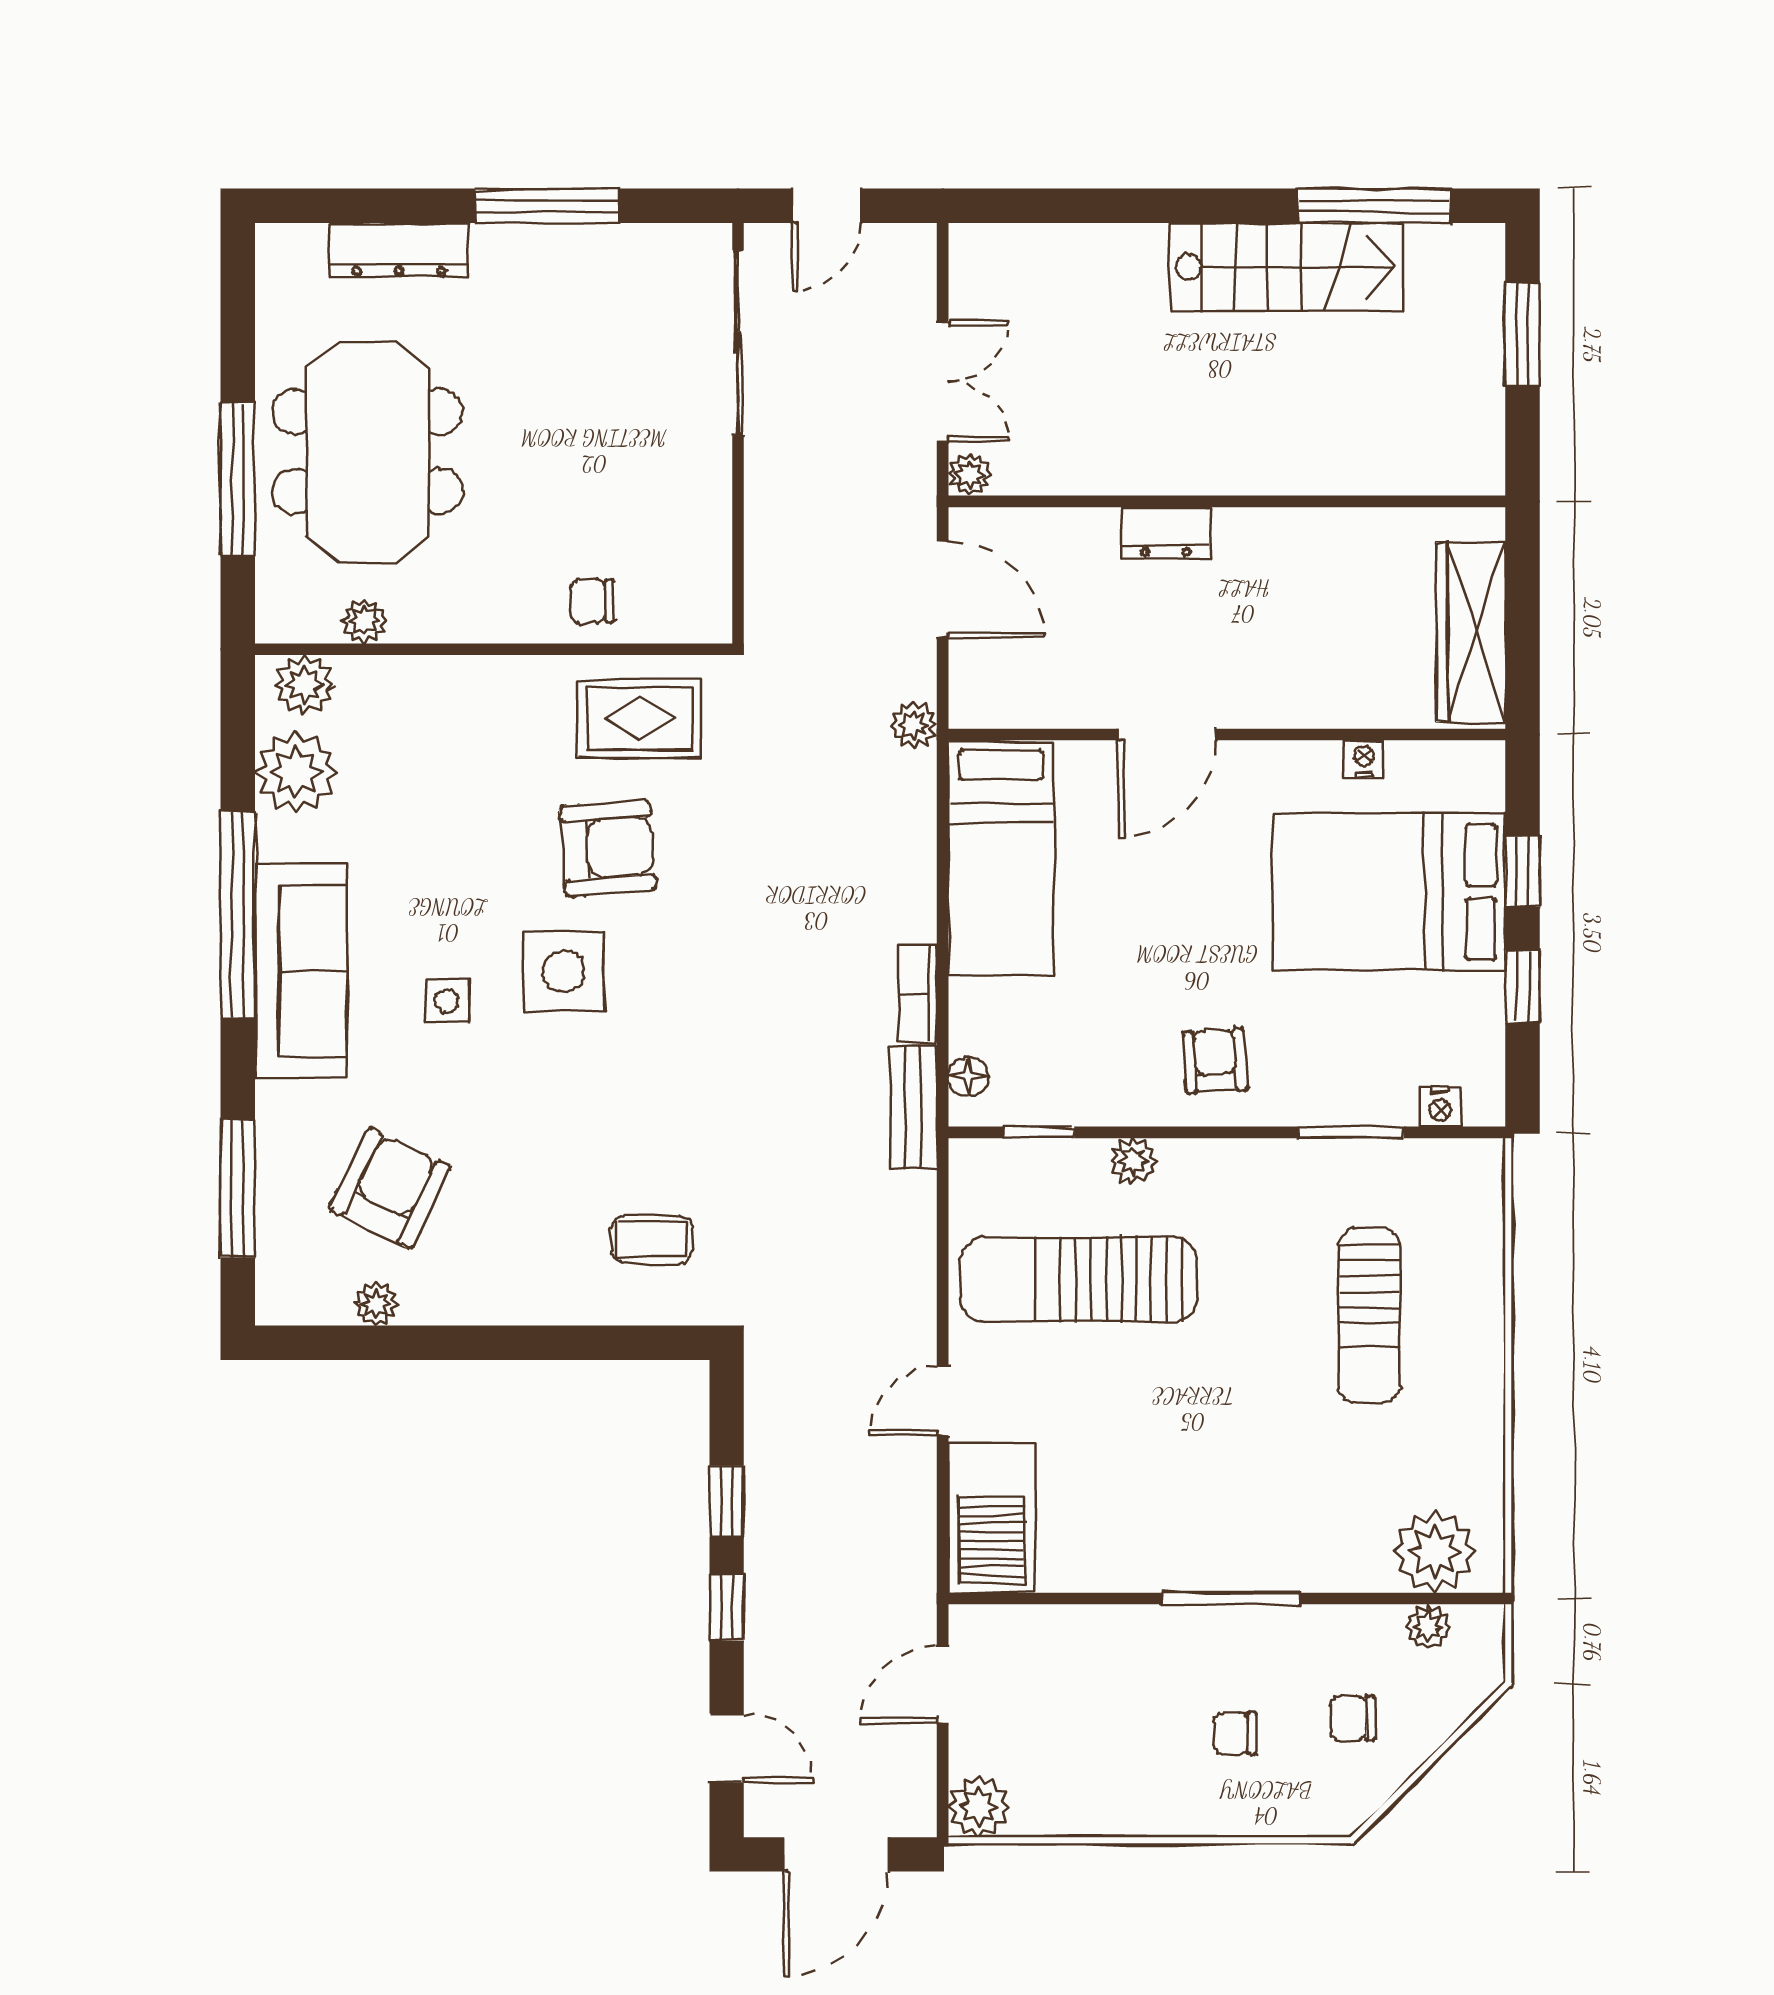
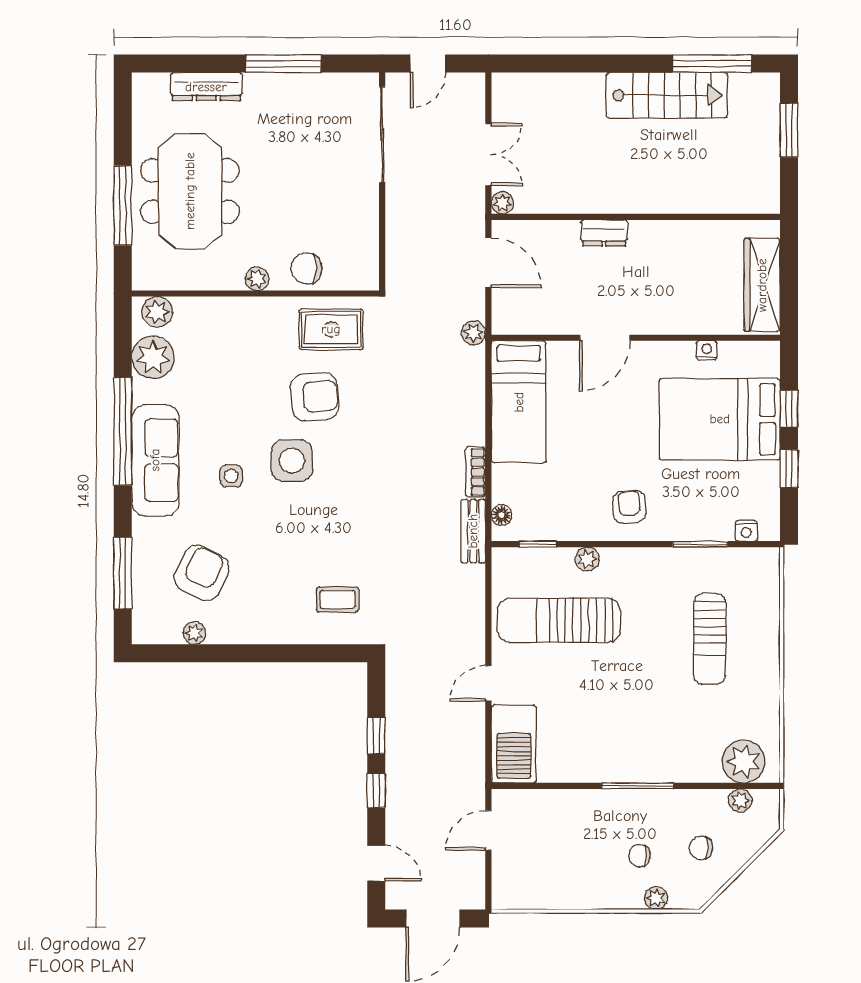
chair: (592, 601) -> (306, 268), width x1.37, depth x1.37
plant: (365, 621) -> (257, 279), moved
plant: (979, 1807) -> (656, 898), moved, width x0.73, depth x0.73

